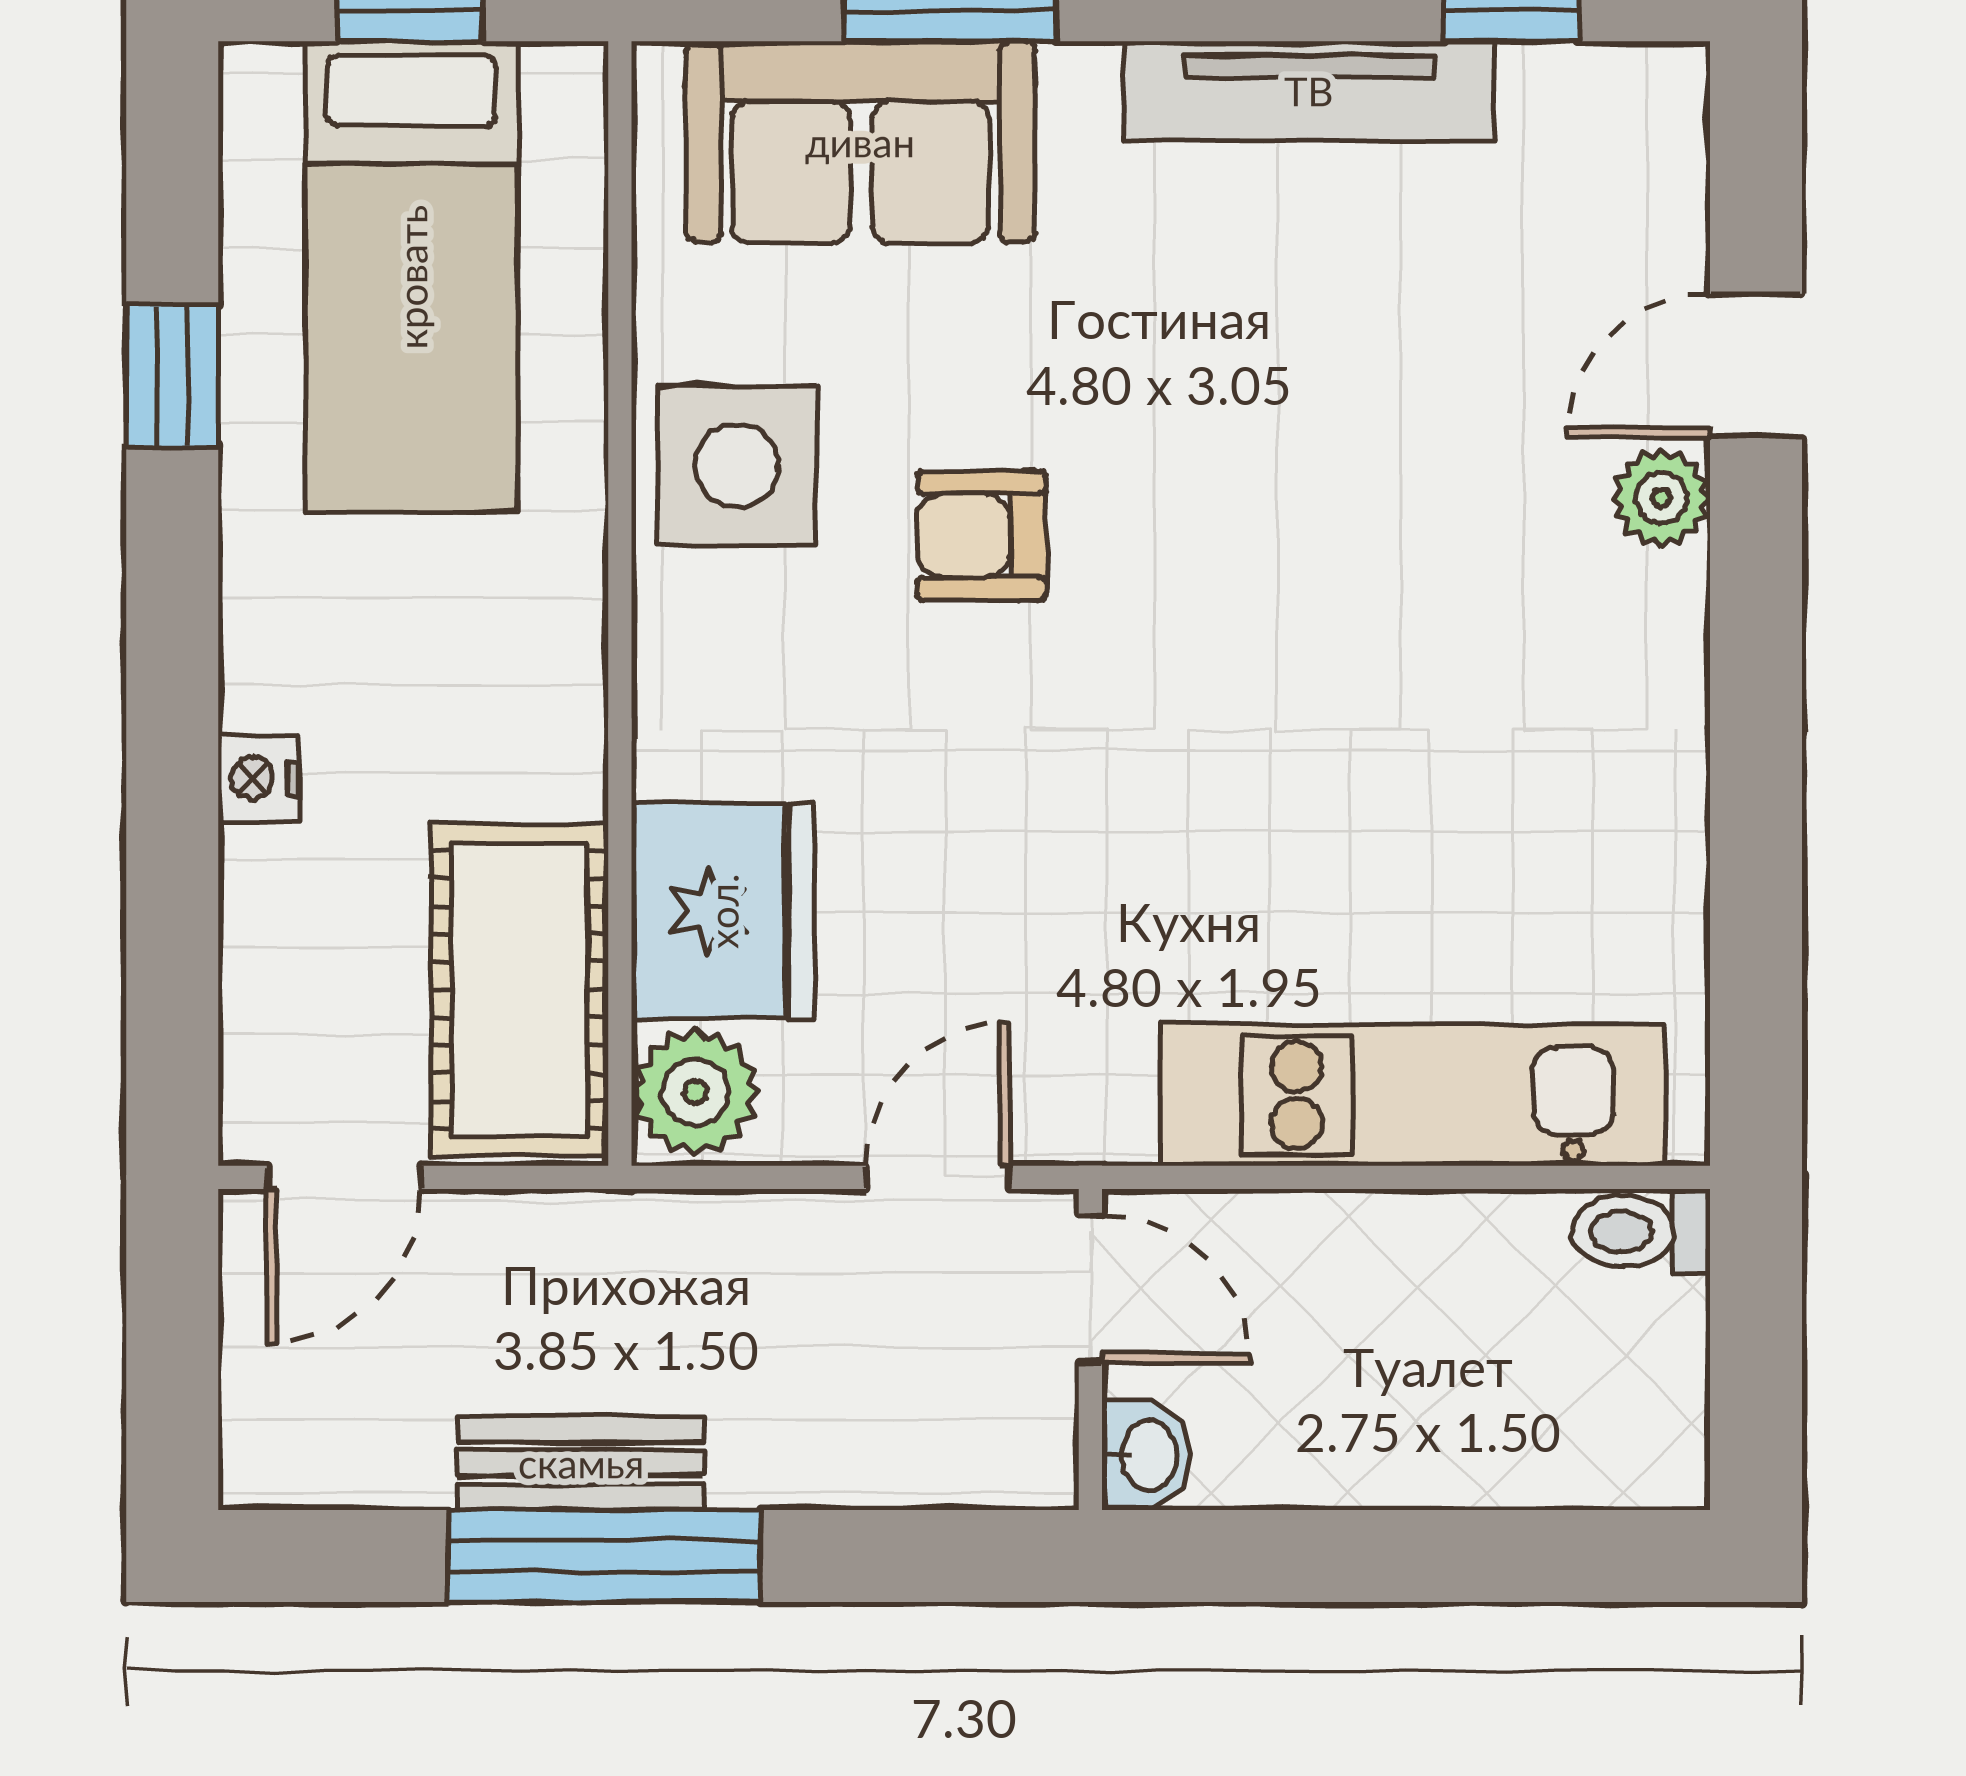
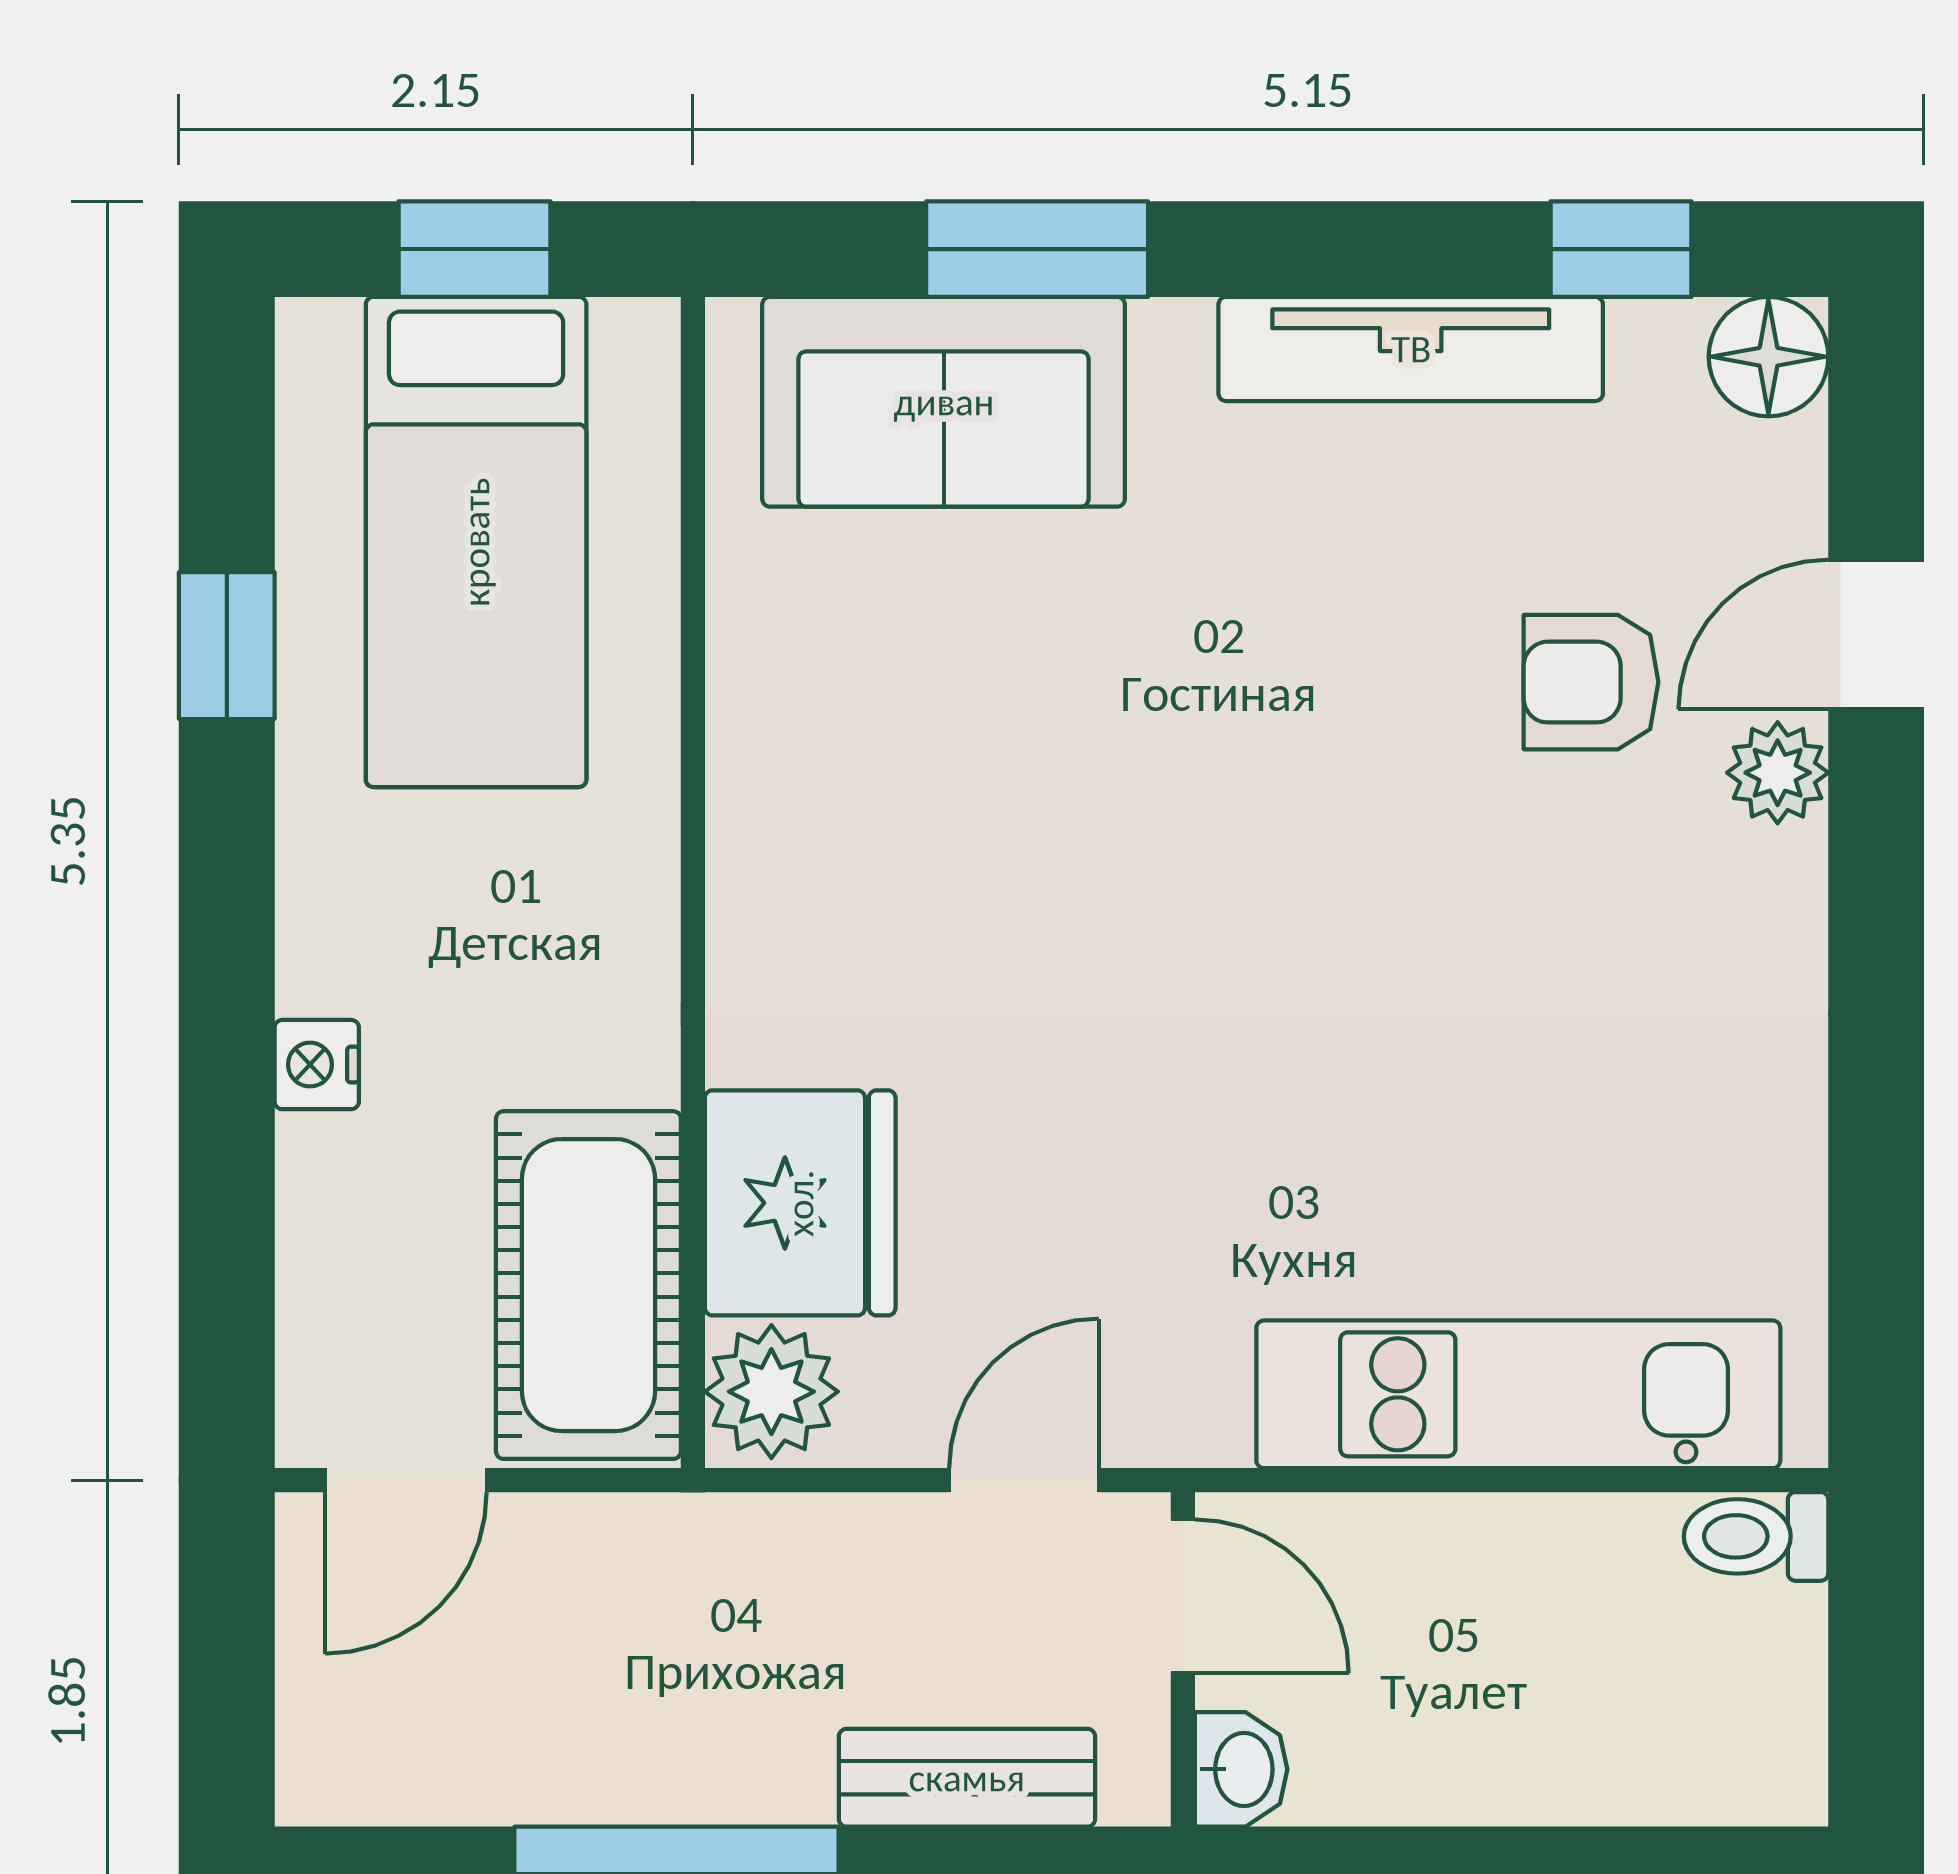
floor lamp: (1653, 99) -> (1768, 357), added
side table: (737, 466) -> (815, 739), removed
armchair: (982, 536) -> (1591, 682), moved
bench: (581, 1463) -> (967, 1778), moved

